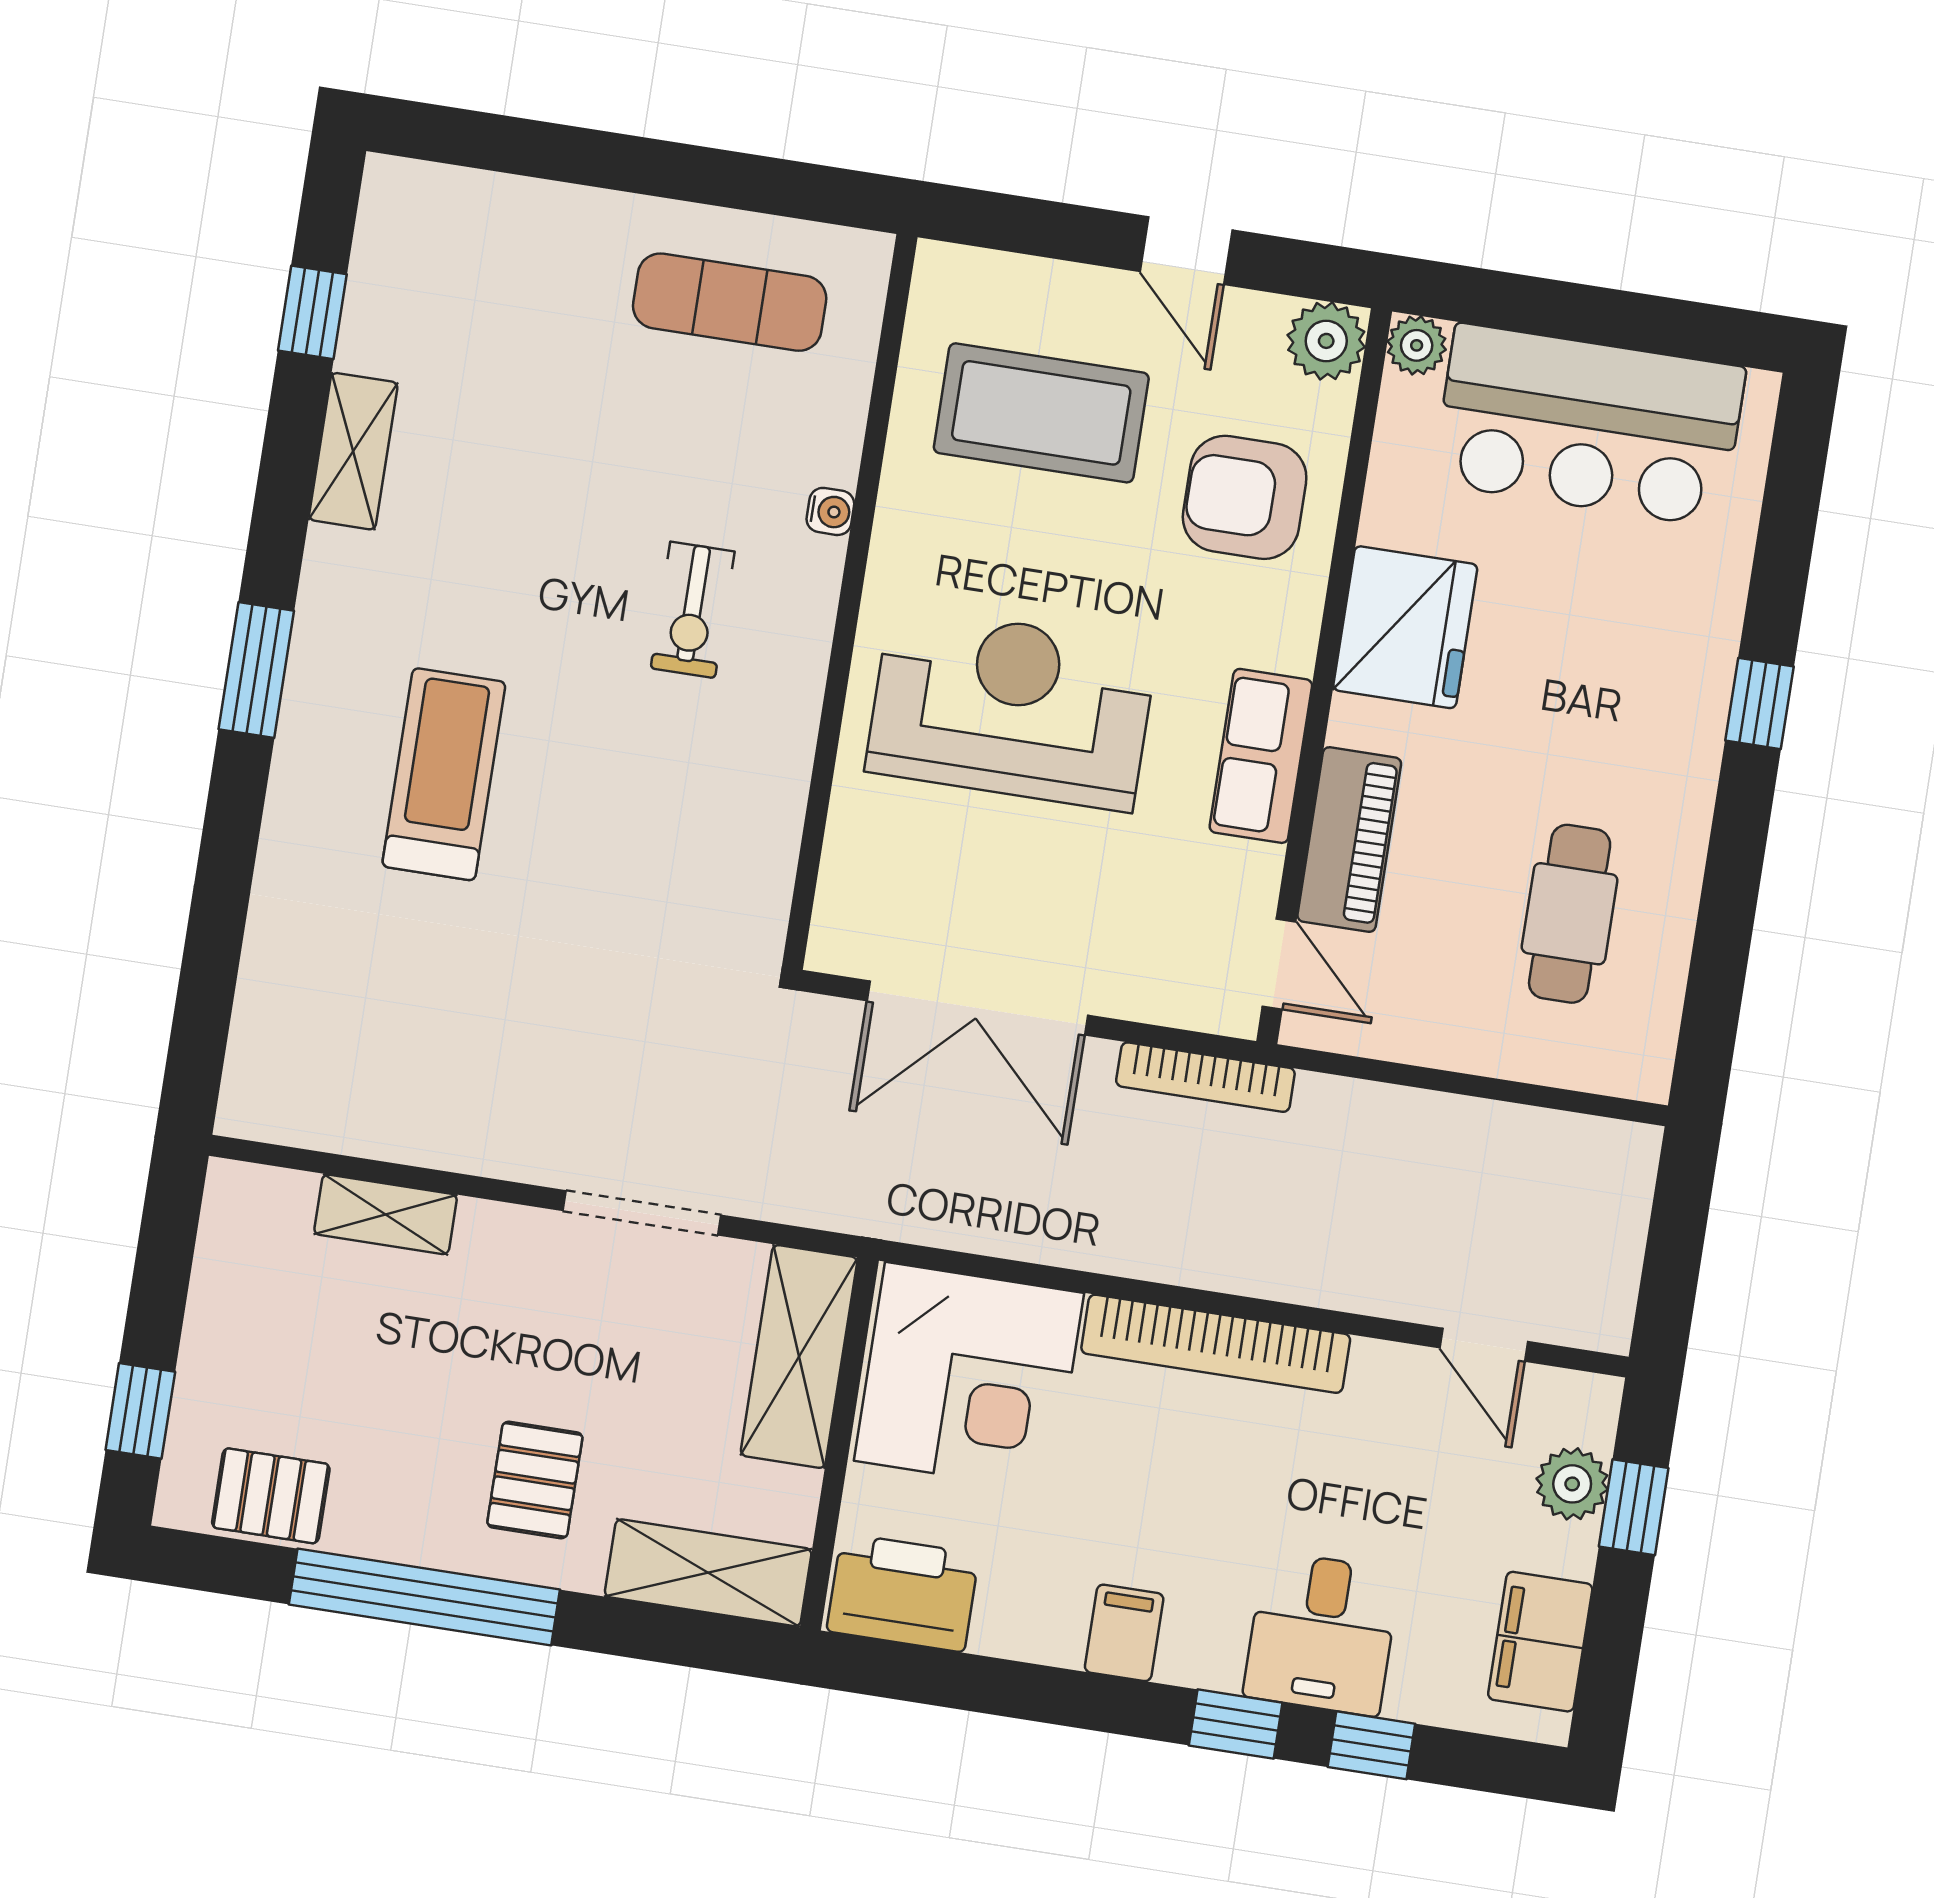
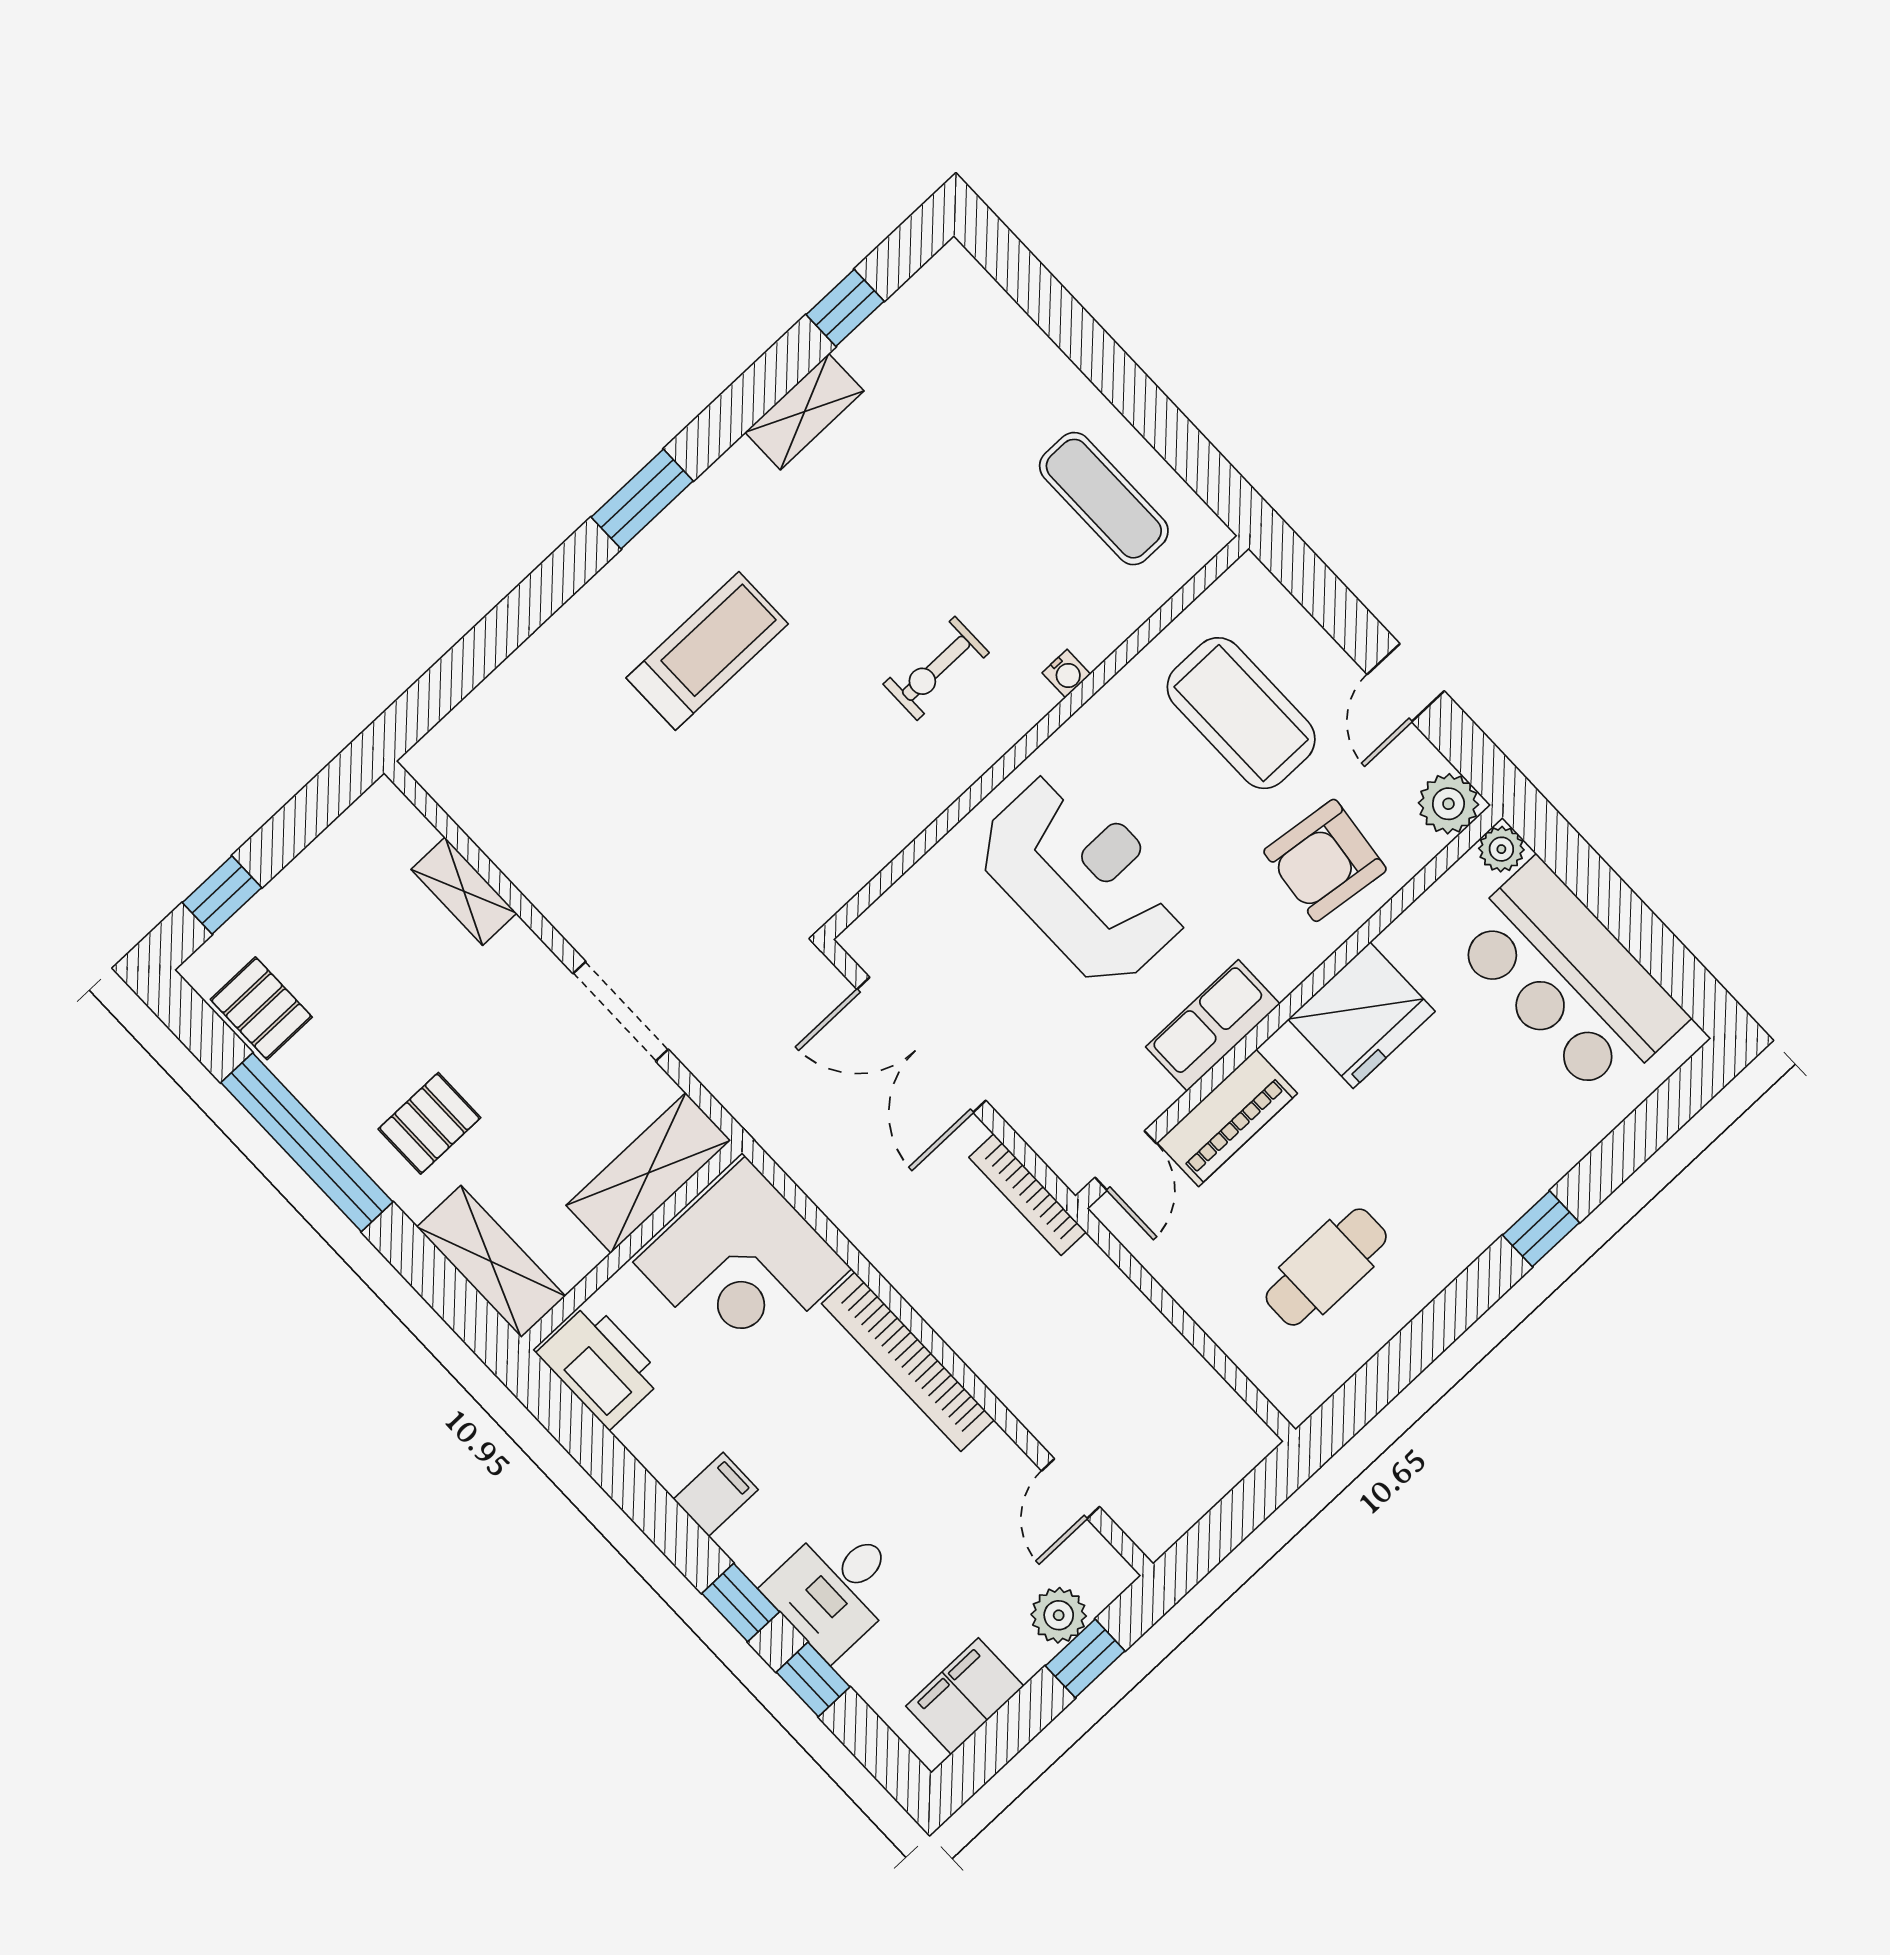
armchair: (1245, 497) -> (1325, 860), turned -83

